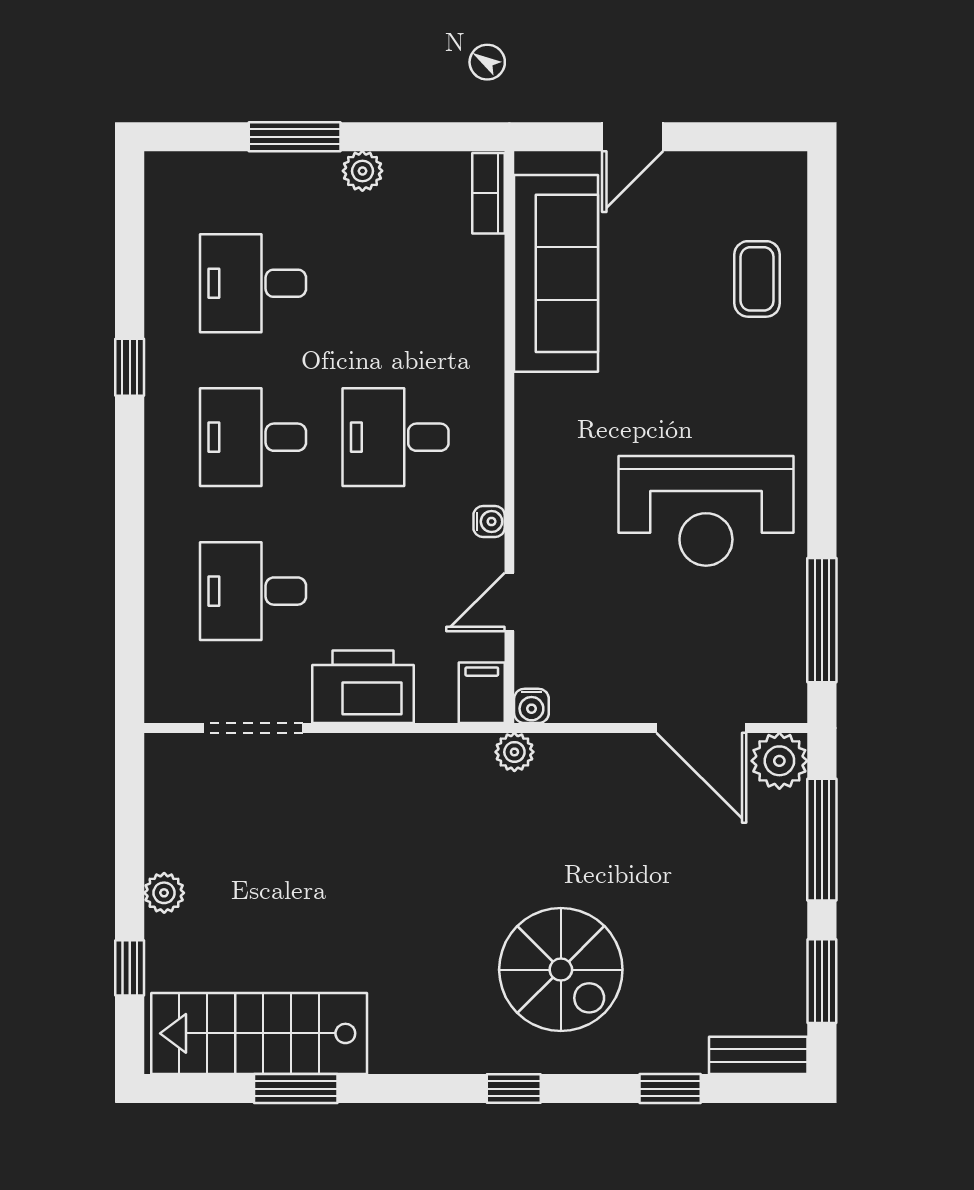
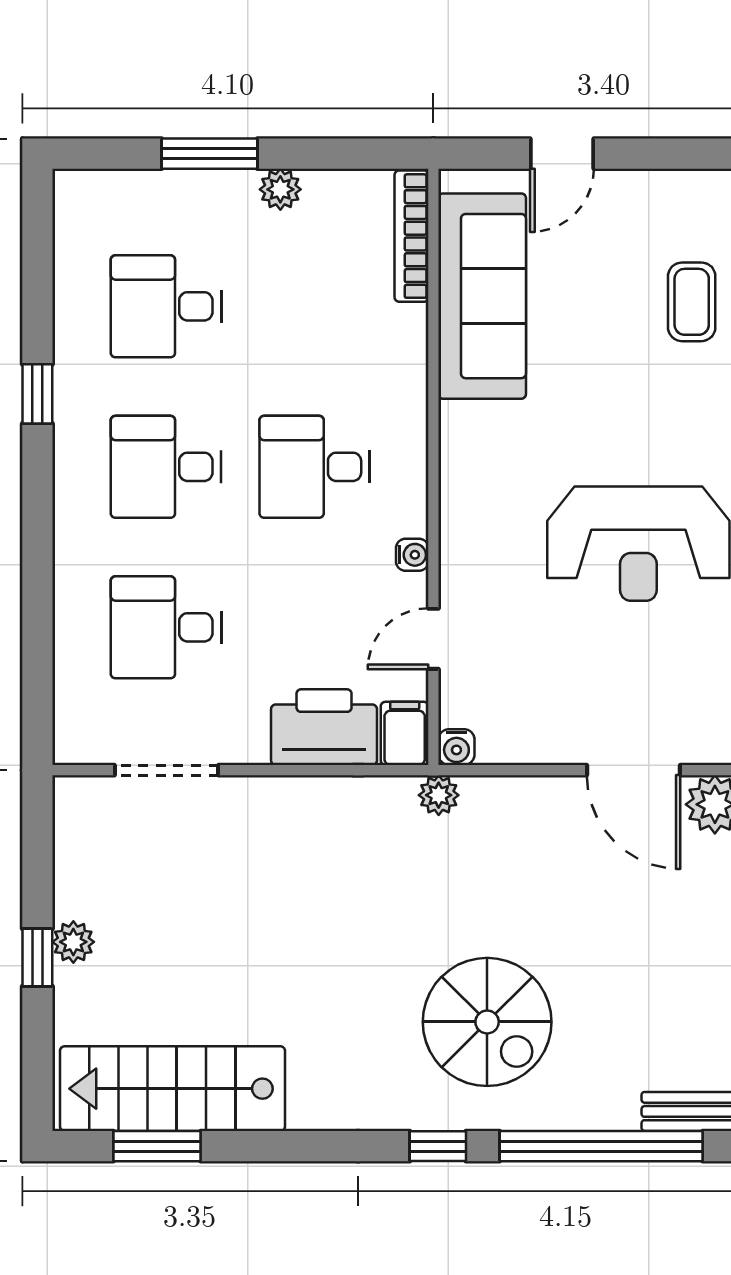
bookcase: (488, 193) -> (412, 236), width x1.56
printer: (363, 687) -> (324, 727), moved
window: (130, 968) -> (37, 957), moved
window: (296, 1089) -> (157, 1146), moved
window: (670, 1089) -> (601, 1146), width x3.17

